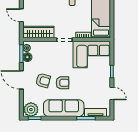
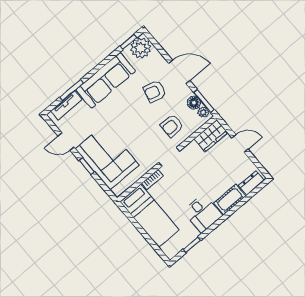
wardrobe: (38, 32) -> (211, 136), width x0.67
corner sofa: (92, 55) -> (107, 157), moved, turned 90
armchair: (63, 83) -> (172, 126), moved

